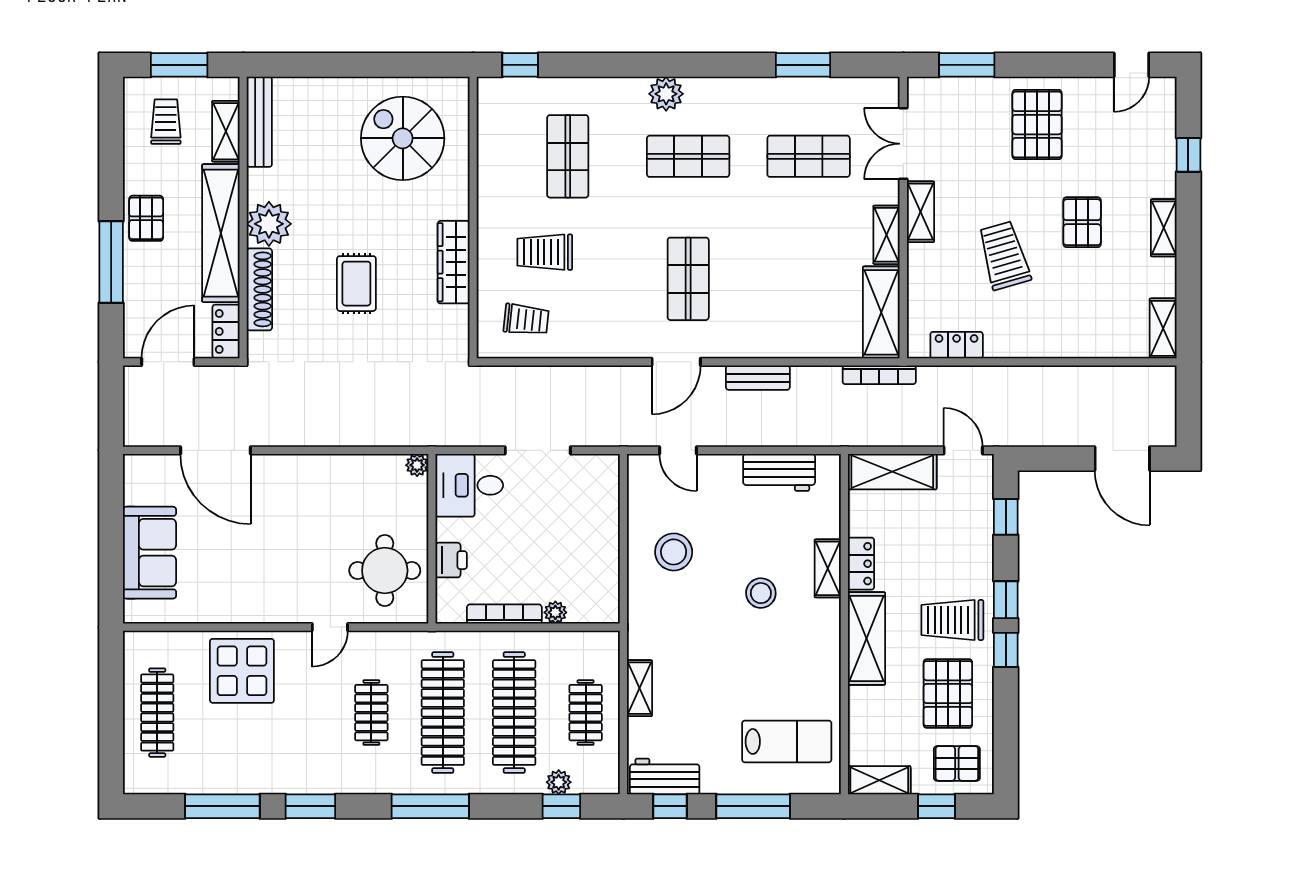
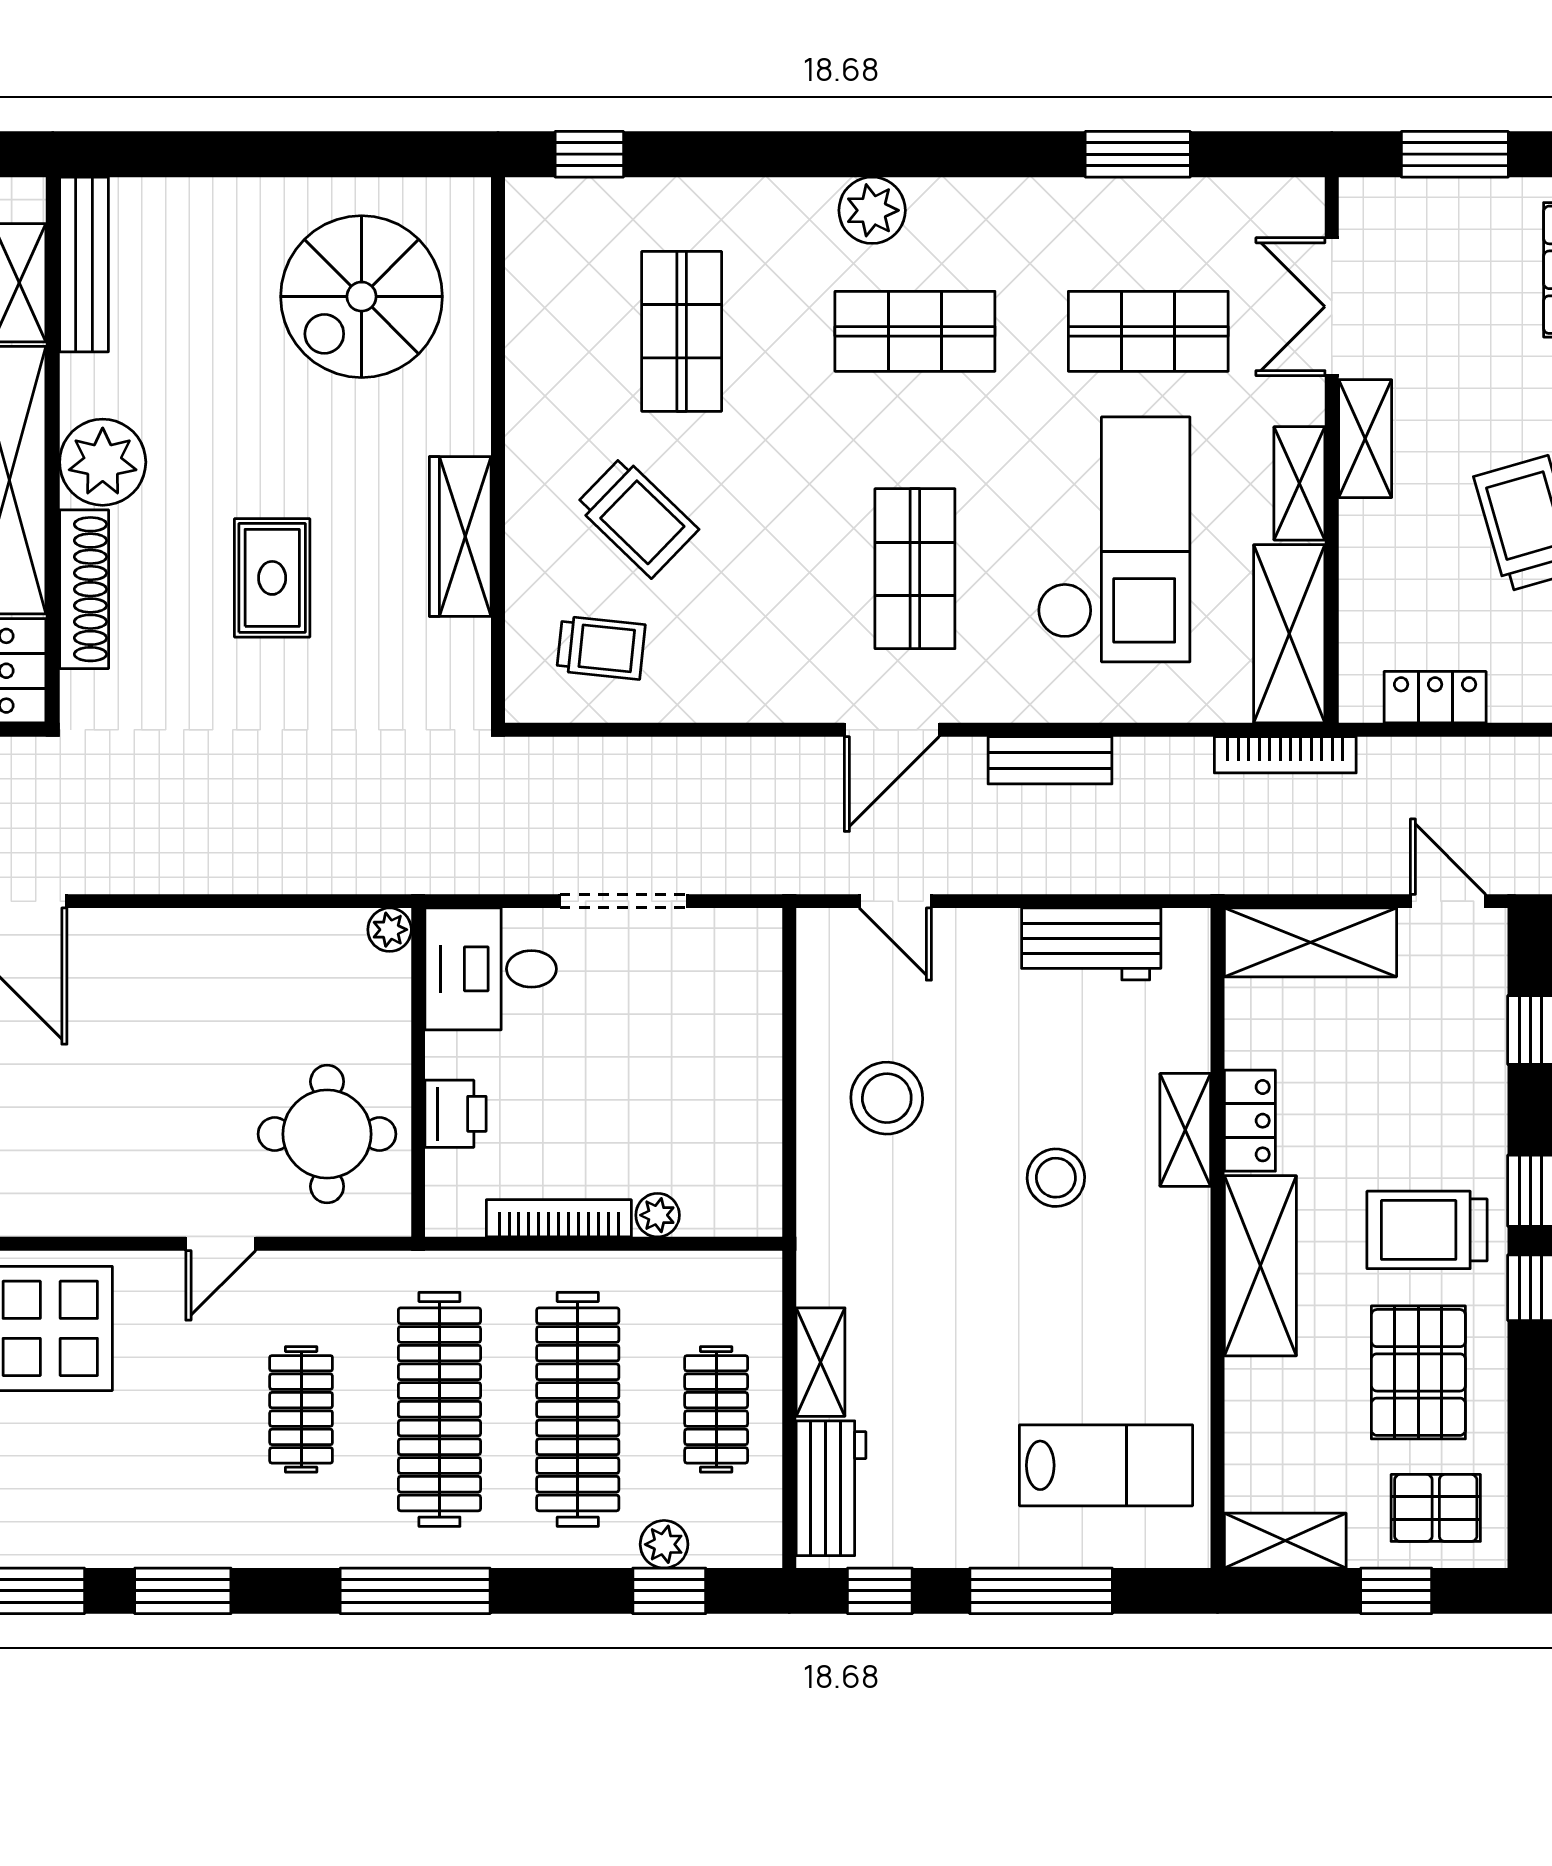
spiral stairs: (403, 138) -> (362, 297), turned -90
trolley: (545, 252) -> (637, 517), turned -136
checkout: (791, 264) -> (1114, 539), added
workbench: (665, 777) -> (831, 1488), moved, turned 90

